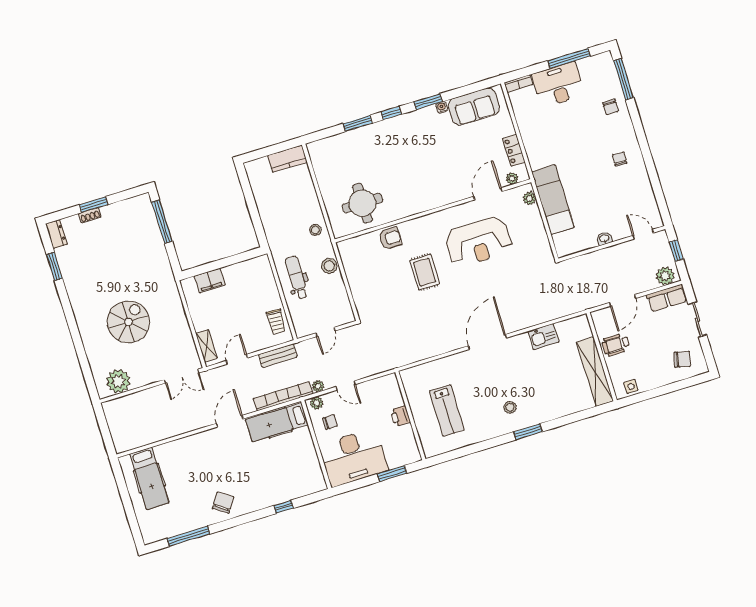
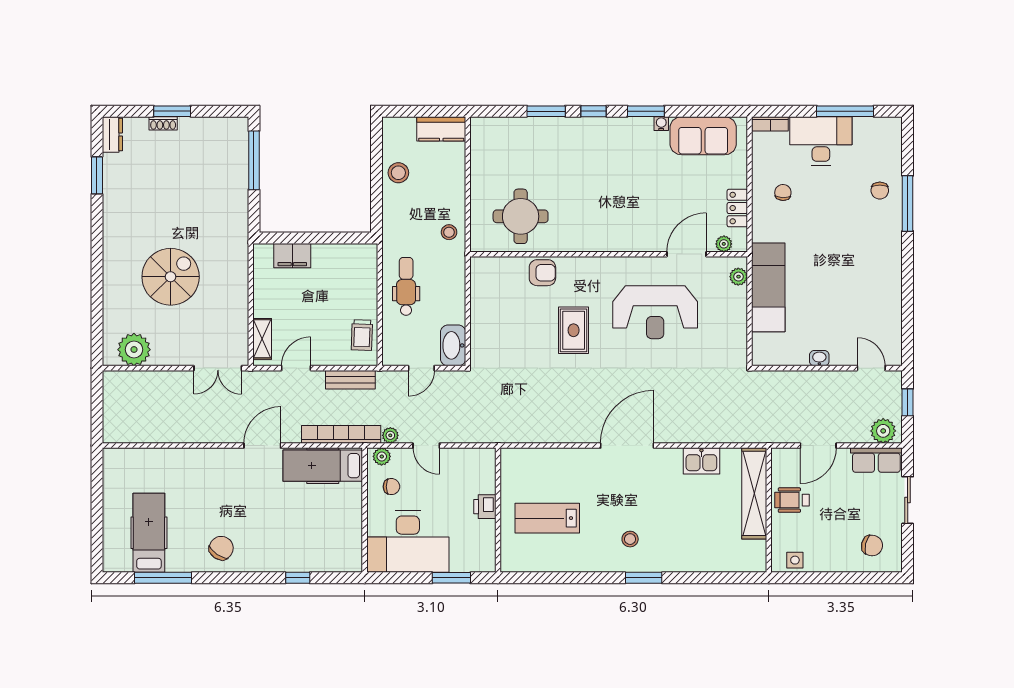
window: (623, 79) -> (908, 203), moved
chair: (620, 159) -> (783, 192), moved
stool: (329, 266) -> (398, 173), moved
washbasin: (343, 309) -> (453, 345), added
shelving: (595, 372) -> (754, 493), moved
lab bench: (447, 411) -> (547, 518), turned 90
hospital bed: (149, 478) -> (149, 533), moved, turned 180

